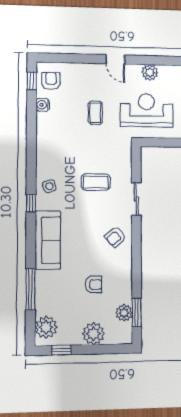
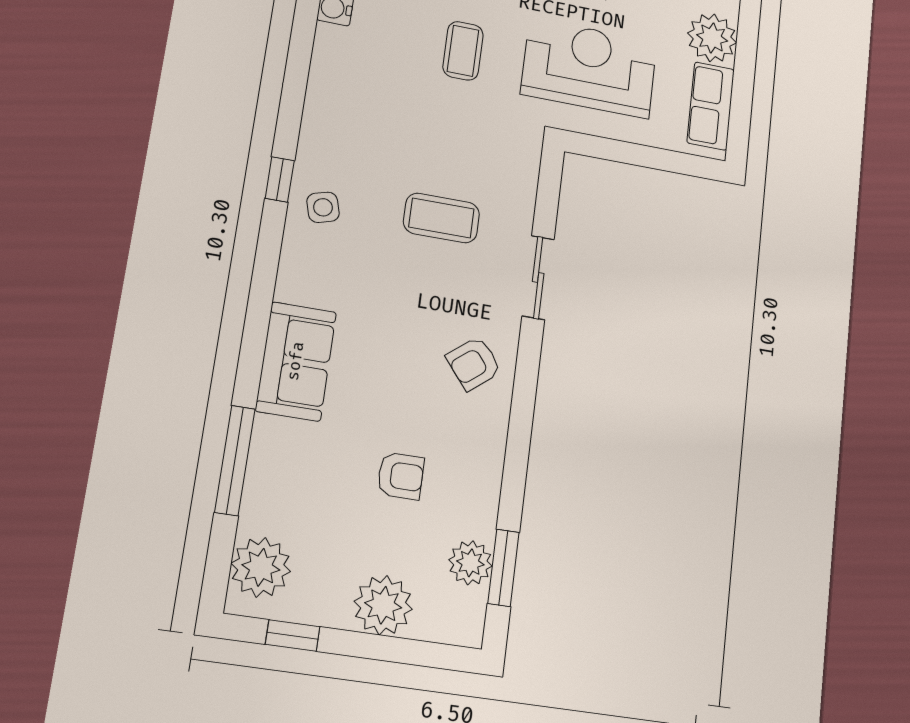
window: (31, 203) -> (280, 179), moved
sofa: (48, 240) -> (296, 361), width x0.73

